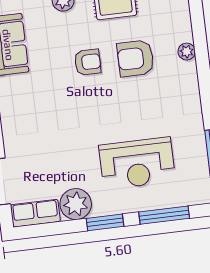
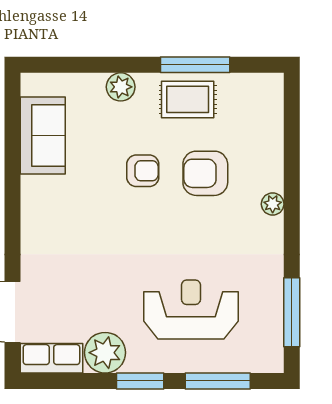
plant: (187, 52) -> (273, 204), moved
reception desk: (137, 163) -> (191, 309), turned 180

